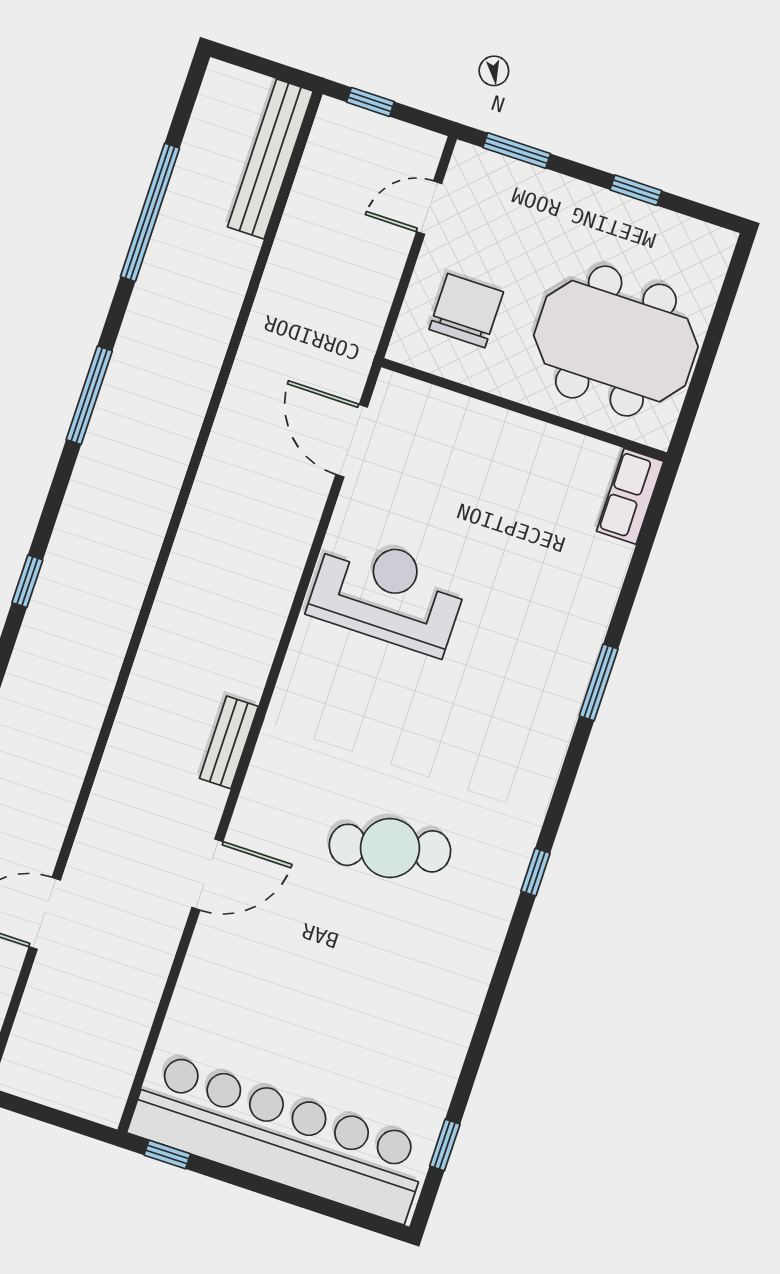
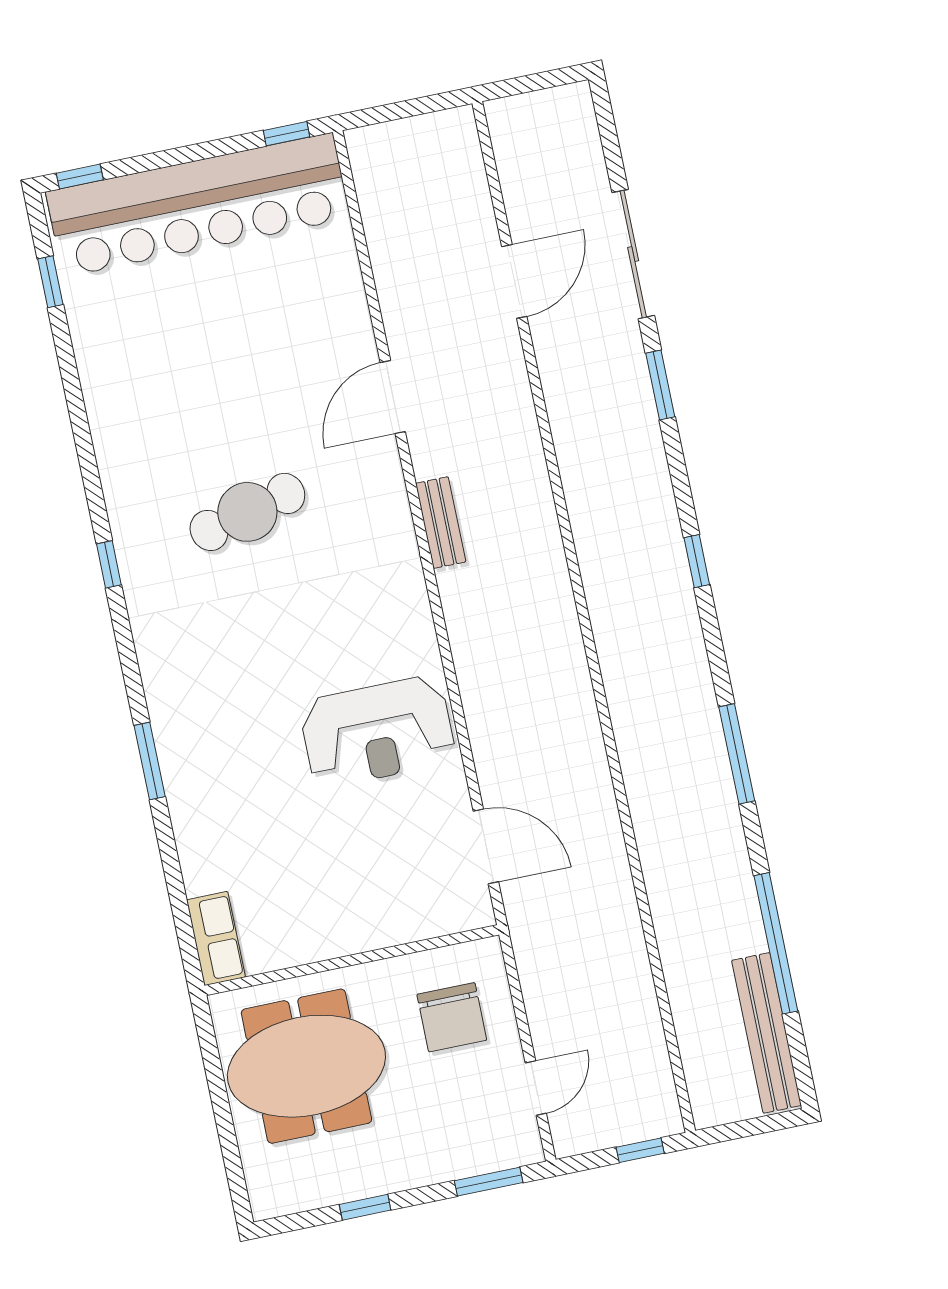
bench: (270, 159) -> (767, 1033), moved
window: (367, 1221) -> (80, 176), added

